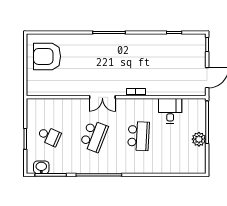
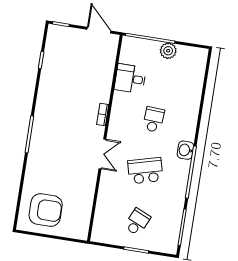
armchair: (47, 56) -> (46, 210), turned -90
school desk: (94, 136) -> (145, 171), turned -36
school desk: (139, 136) -> (154, 119), width x0.54
washbasin: (41, 167) -> (185, 150), moved

